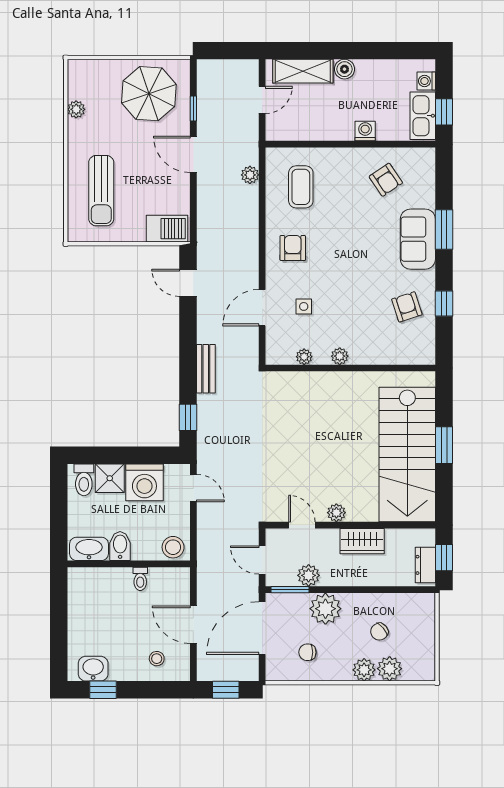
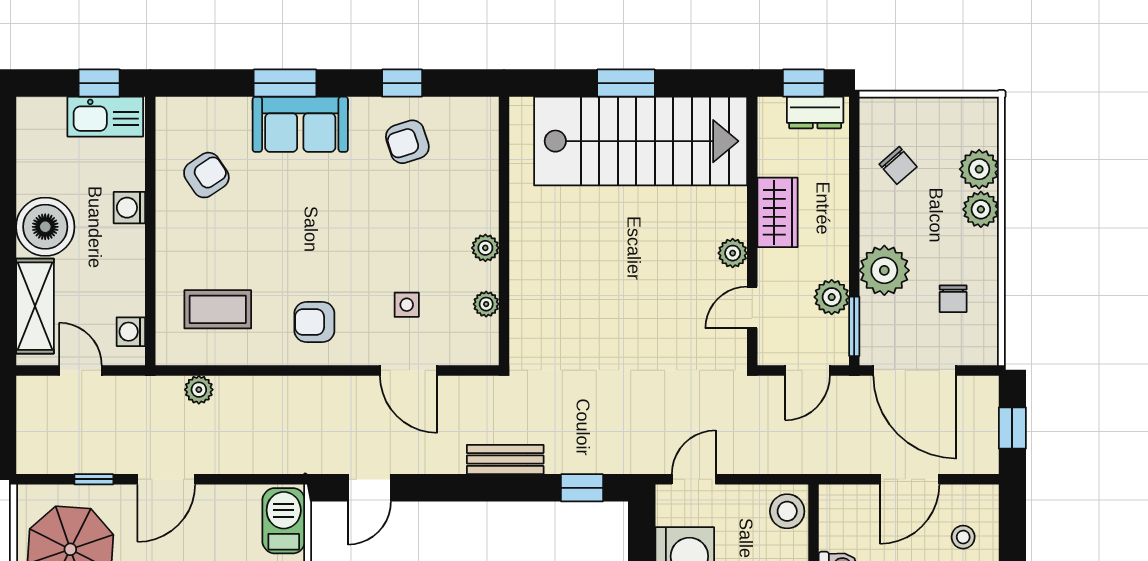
boiler: (344, 69) -> (45, 227), width x1.86, depth x1.86
washing machine: (426, 81) -> (131, 332), moved, turned 90
chair: (379, 632) -> (898, 165), moved

